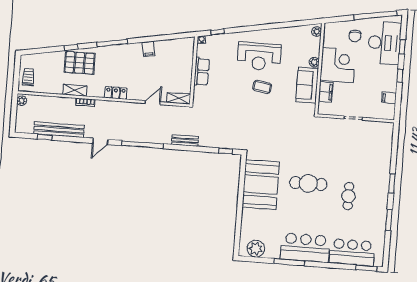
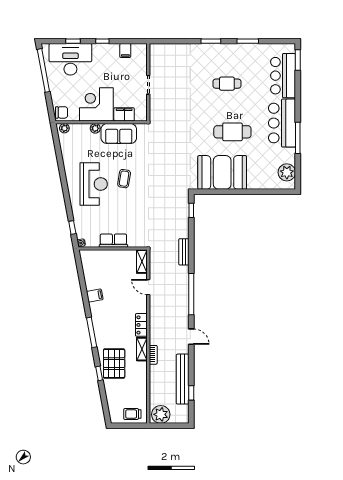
chair: (355, 36) -> (62, 112), moved
shelving: (75, 90) -> (142, 349), moved
plant: (22, 101) -> (161, 414), width x1.87, depth x1.87
cafe table: (308, 183) -> (232, 132), moved, turned 90

